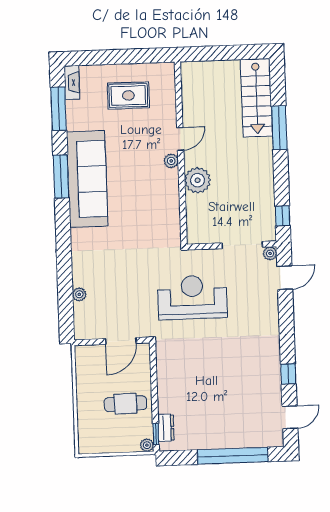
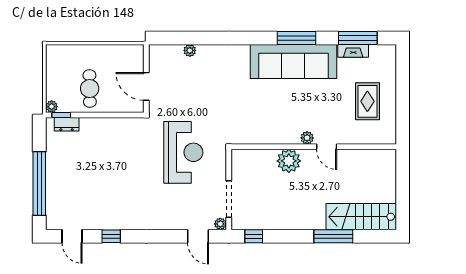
fireplace: (72, 83) -> (353, 51), moved

